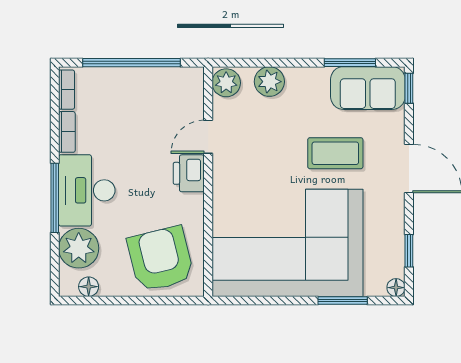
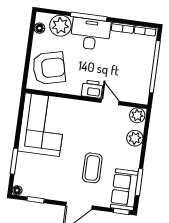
corner sofa: (287, 243) -> (42, 125), width x0.73, depth x0.74

